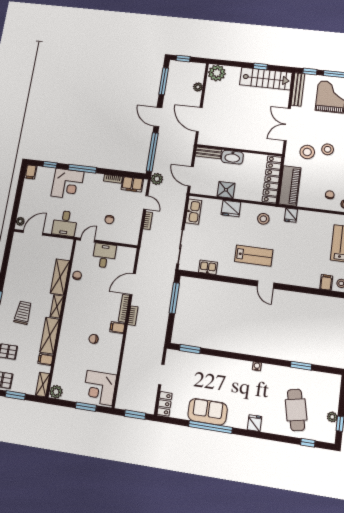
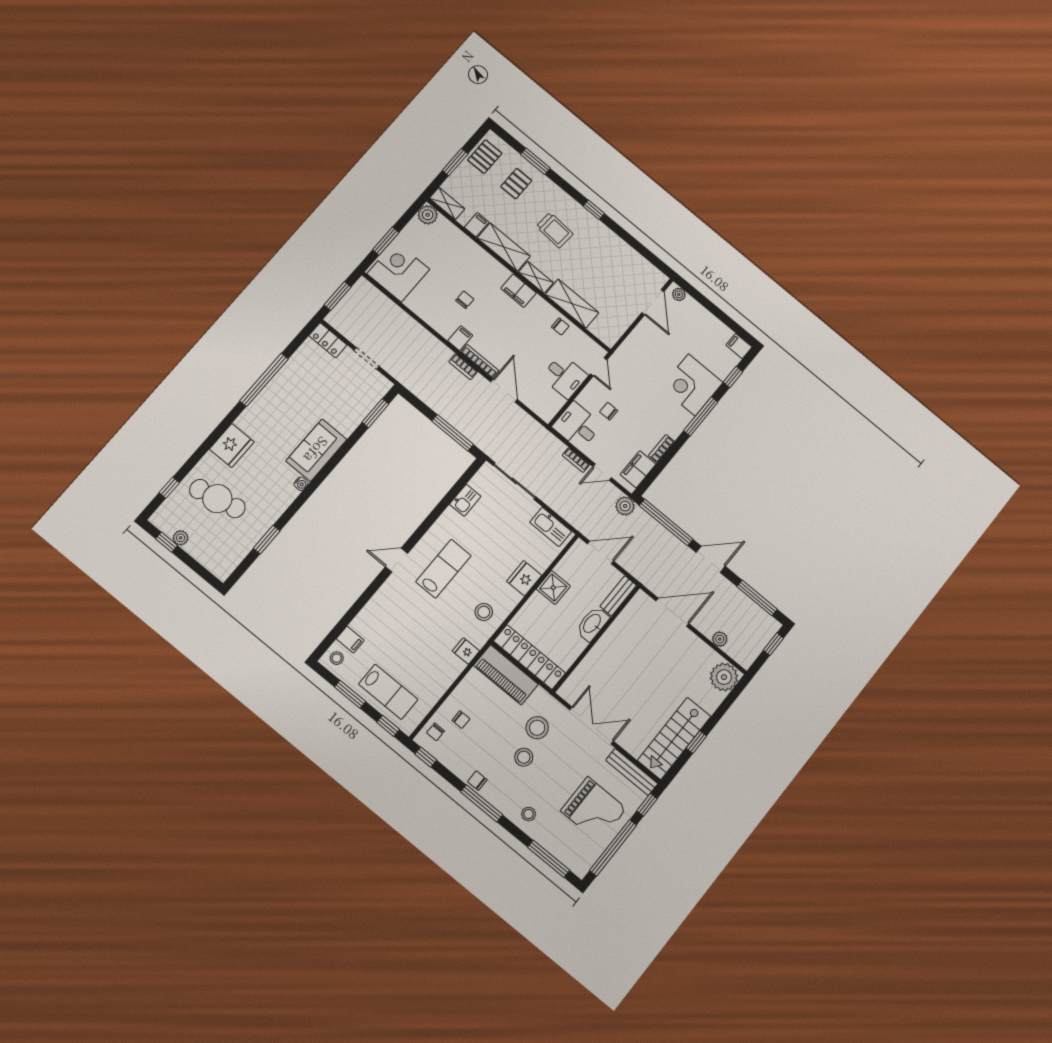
desk: (65, 223) -> (577, 426), moved
lab bench: (254, 256) -> (443, 569), turned 180
filing cabinet: (70, 311) -> (519, 291), added
sofa: (208, 412) -> (316, 450), moved, turned 180
fridge: (254, 423) -> (232, 446), width x1.88, depth x1.34

